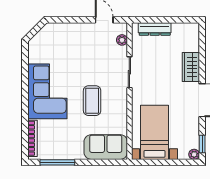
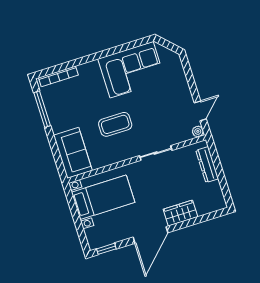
plant: (122, 40) -> (198, 131), moved
corner sofa: (47, 91) -> (132, 70), moved
plant: (194, 154) -> (93, 244), removed

